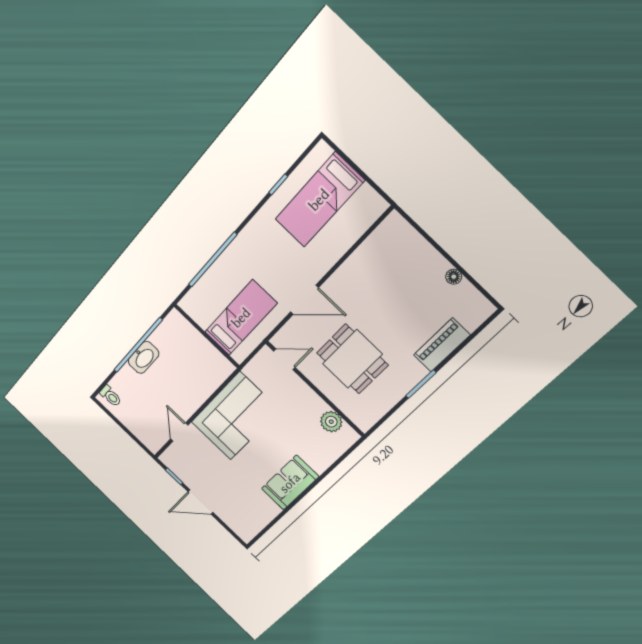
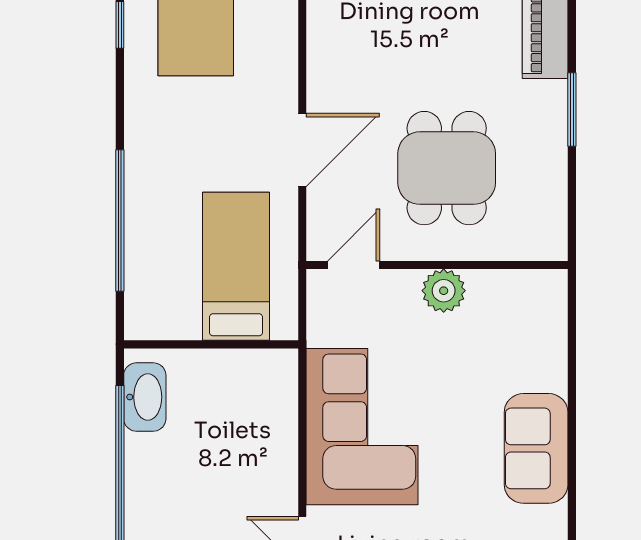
washbasin: (144, 357) -> (145, 397), moved
dining table: (352, 359) -> (447, 168), turned 90
plant: (331, 422) -> (444, 291), moved

